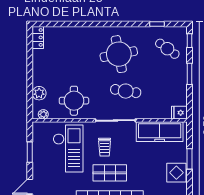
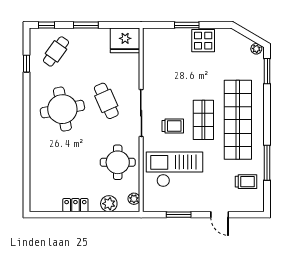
locker: (38, 37) -> (75, 205), moved
cafe table: (126, 91) -> (106, 101), turned -33
fridge: (179, 113) -> (125, 40), width x1.88, depth x1.34
freezer: (160, 132) -> (154, 61), removed

